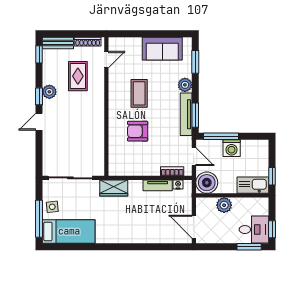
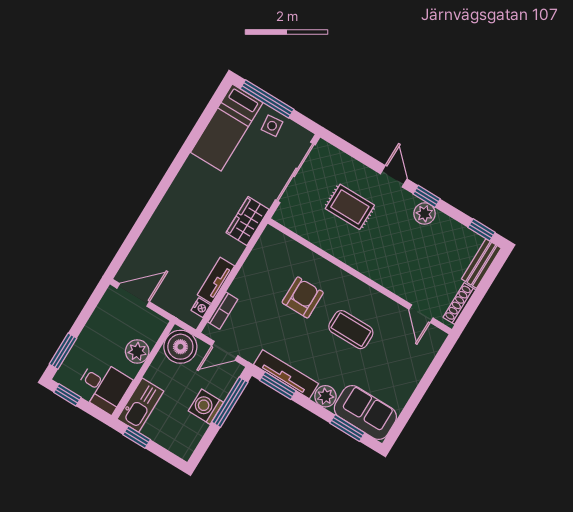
sofa: (162, 49) -> (365, 412), moved, turned 90
rug: (78, 76) -> (350, 207), moved
desk: (254, 230) -> (103, 386), moved, turned -90

